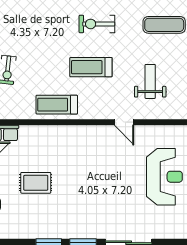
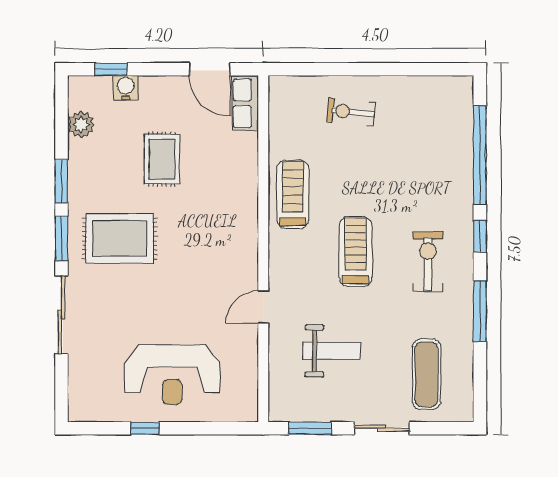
rug: (83, 208) -> (120, 238), added
plant: (15, 231) -> (81, 125), added

